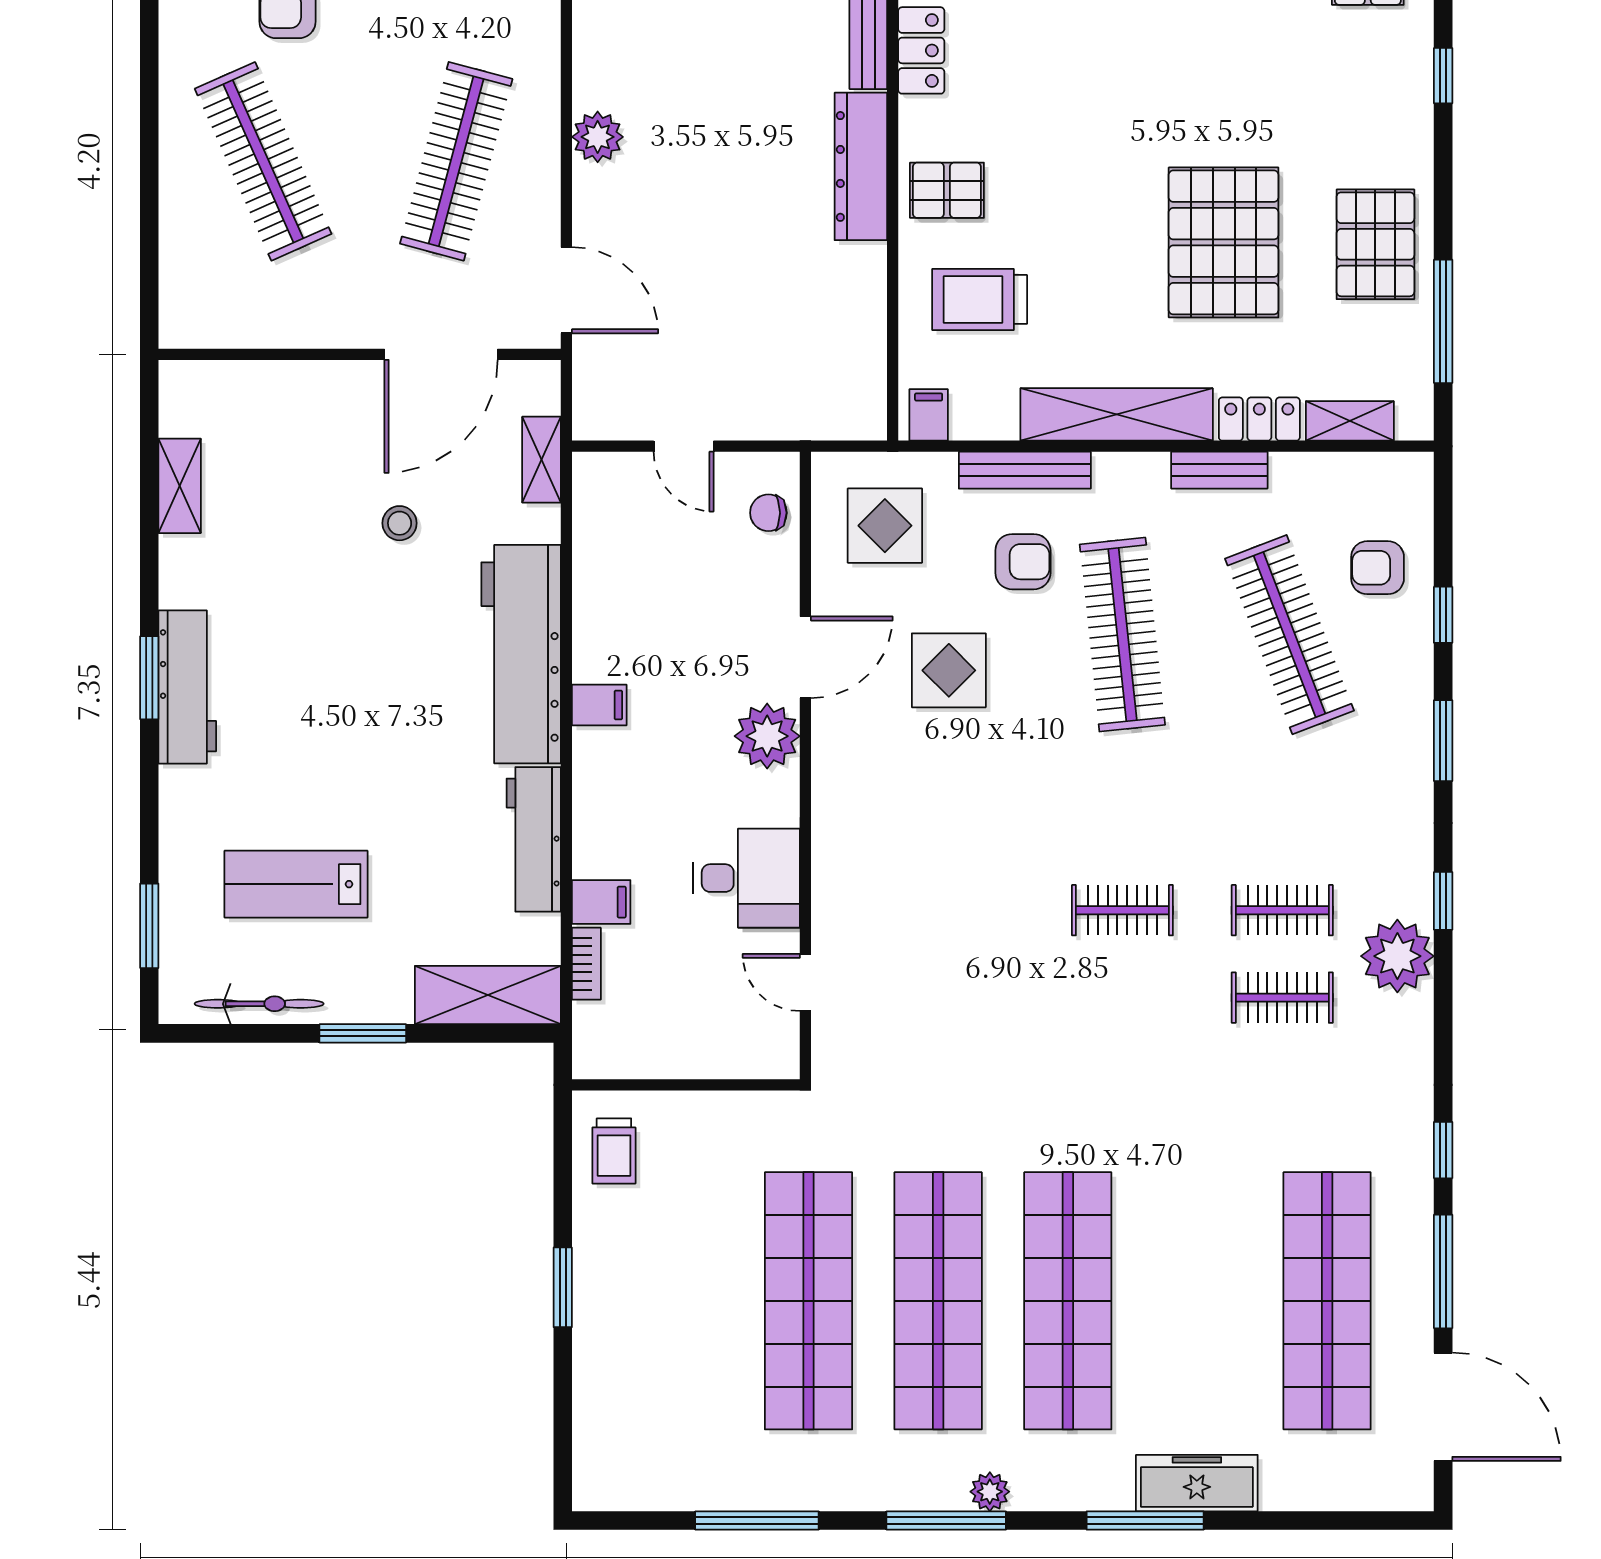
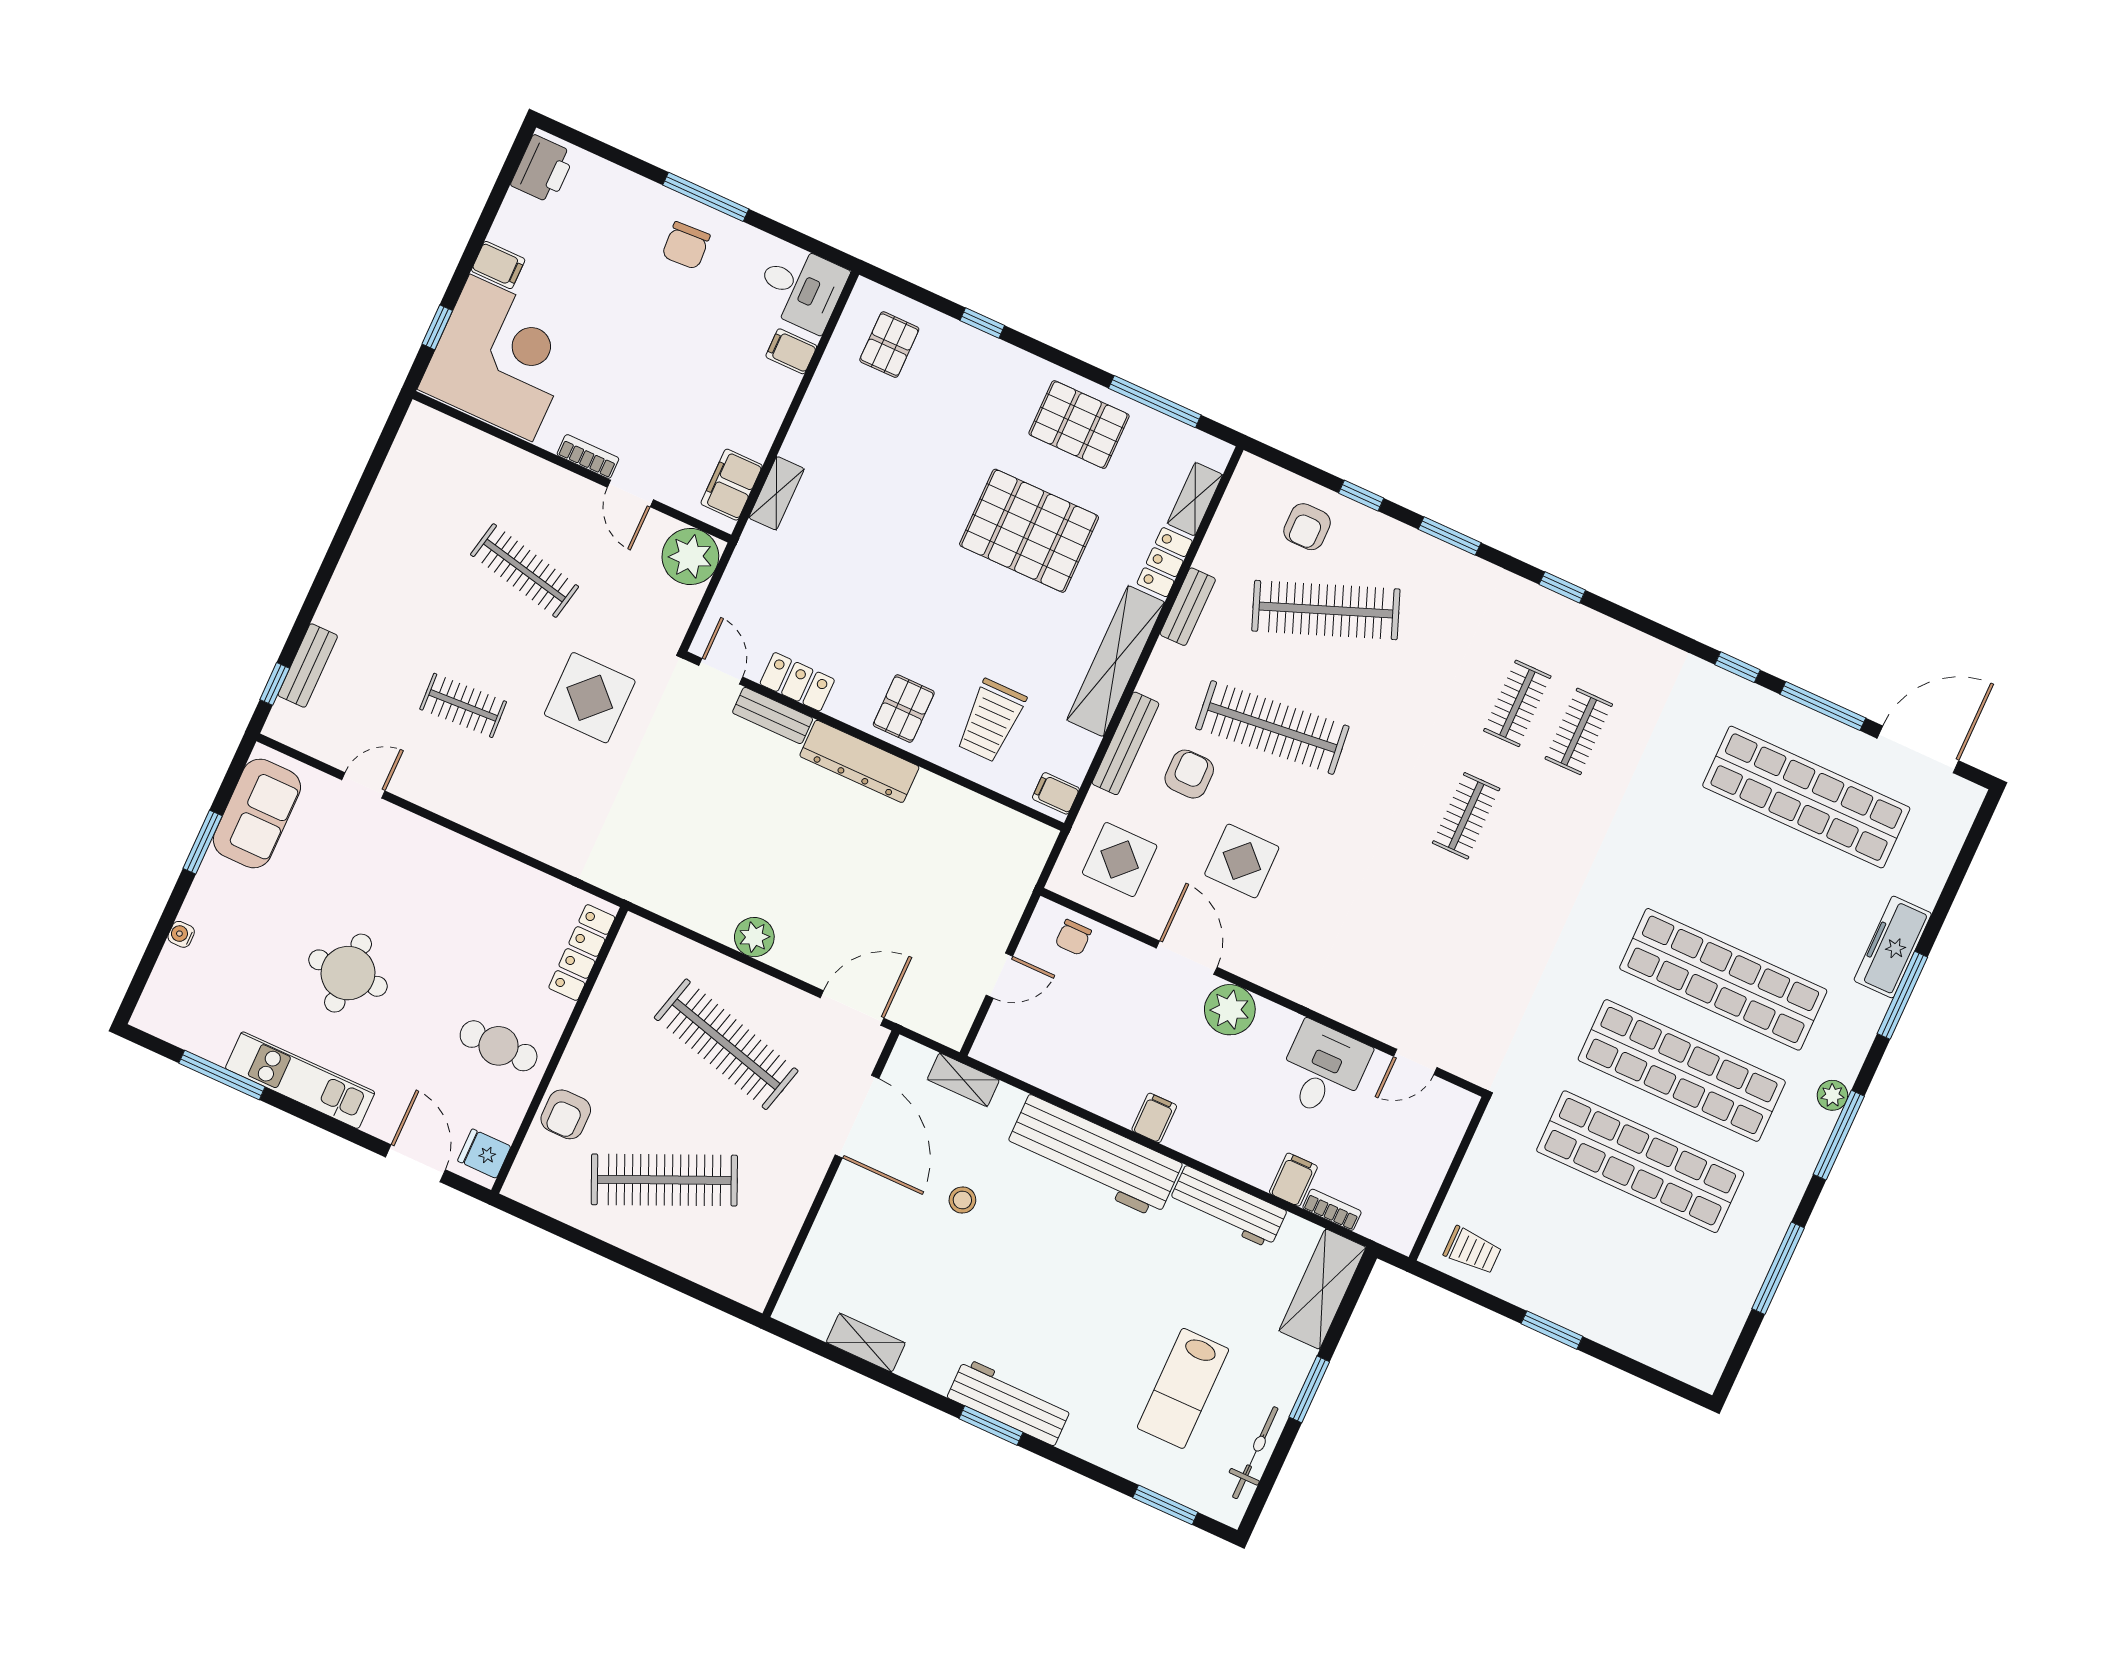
plant: (1397, 956) -> (1586, 637), removed

